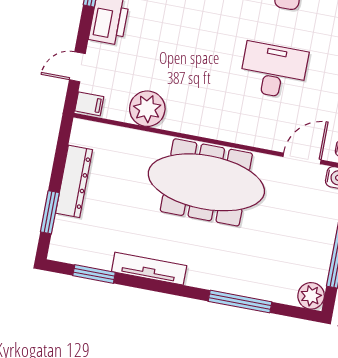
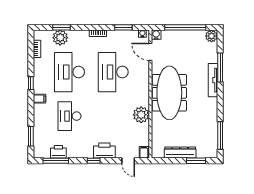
desk: (274, 71) -> (113, 72), width x1.36, depth x1.30
plant: (147, 109) -> (141, 115), moved
tv unit: (149, 269) -> (213, 80), moved
window: (94, 274) -> (220, 136), width x1.44

